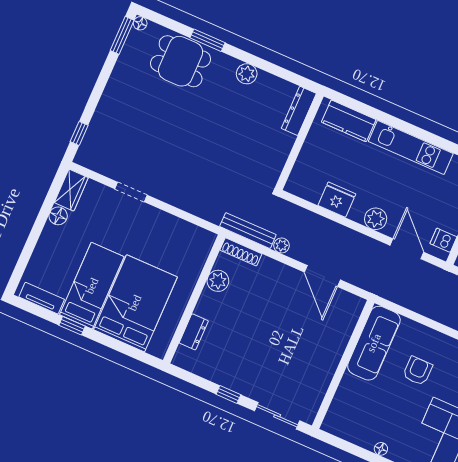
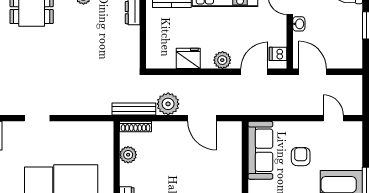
plant: (282, 245) -> (168, 104), width x1.87, depth x1.87
door: (407, 249) -> (254, 72), hinge flipped

